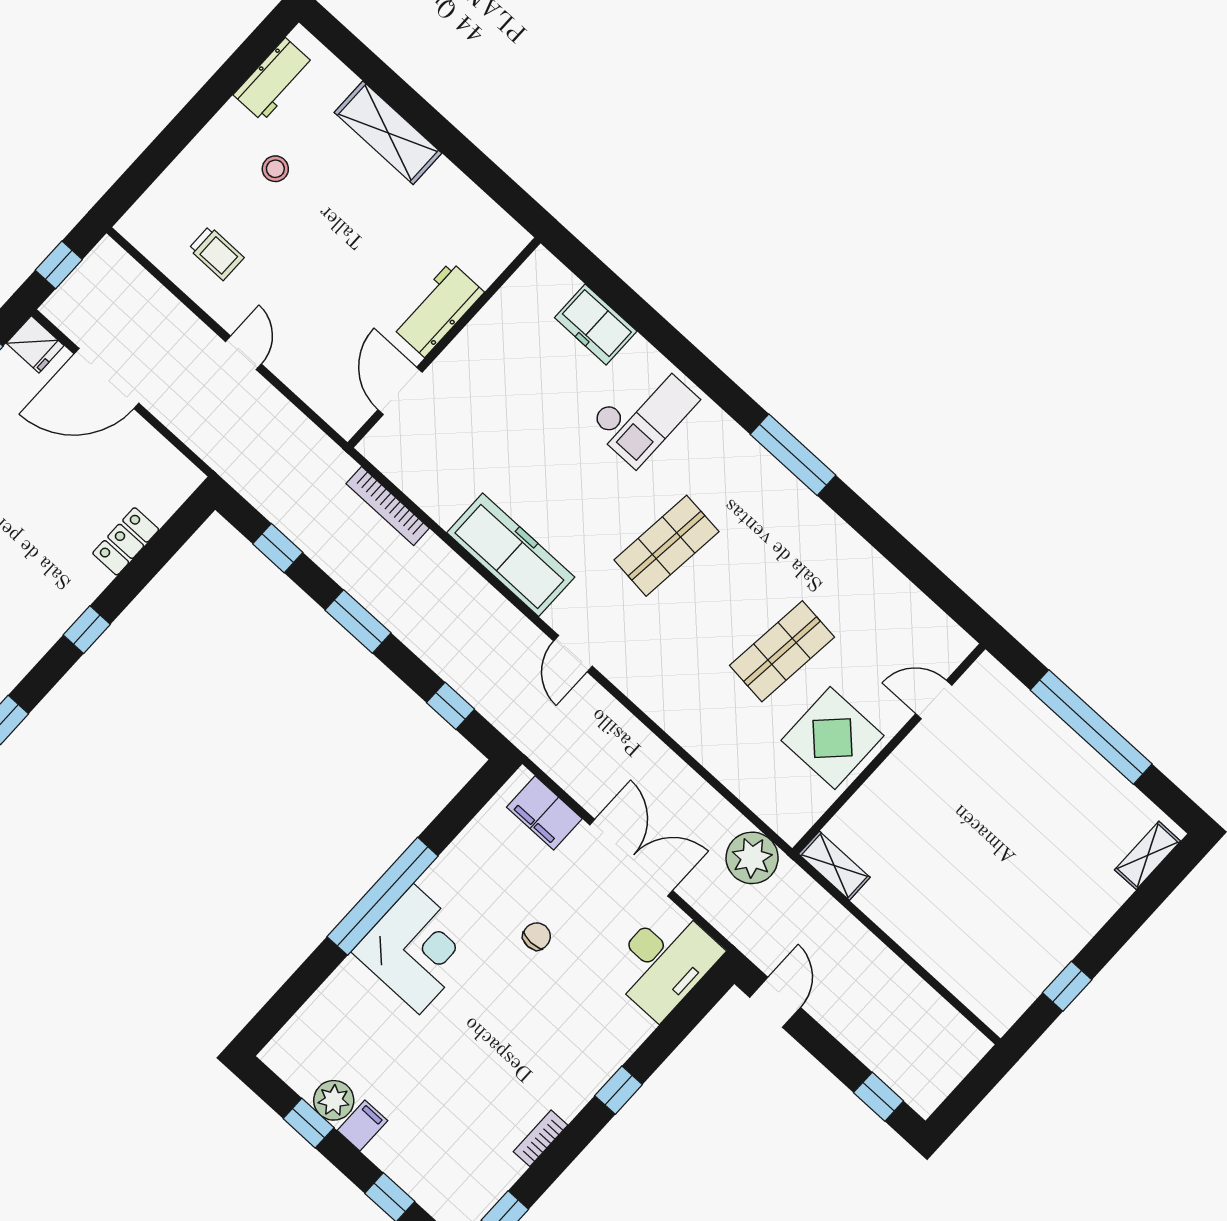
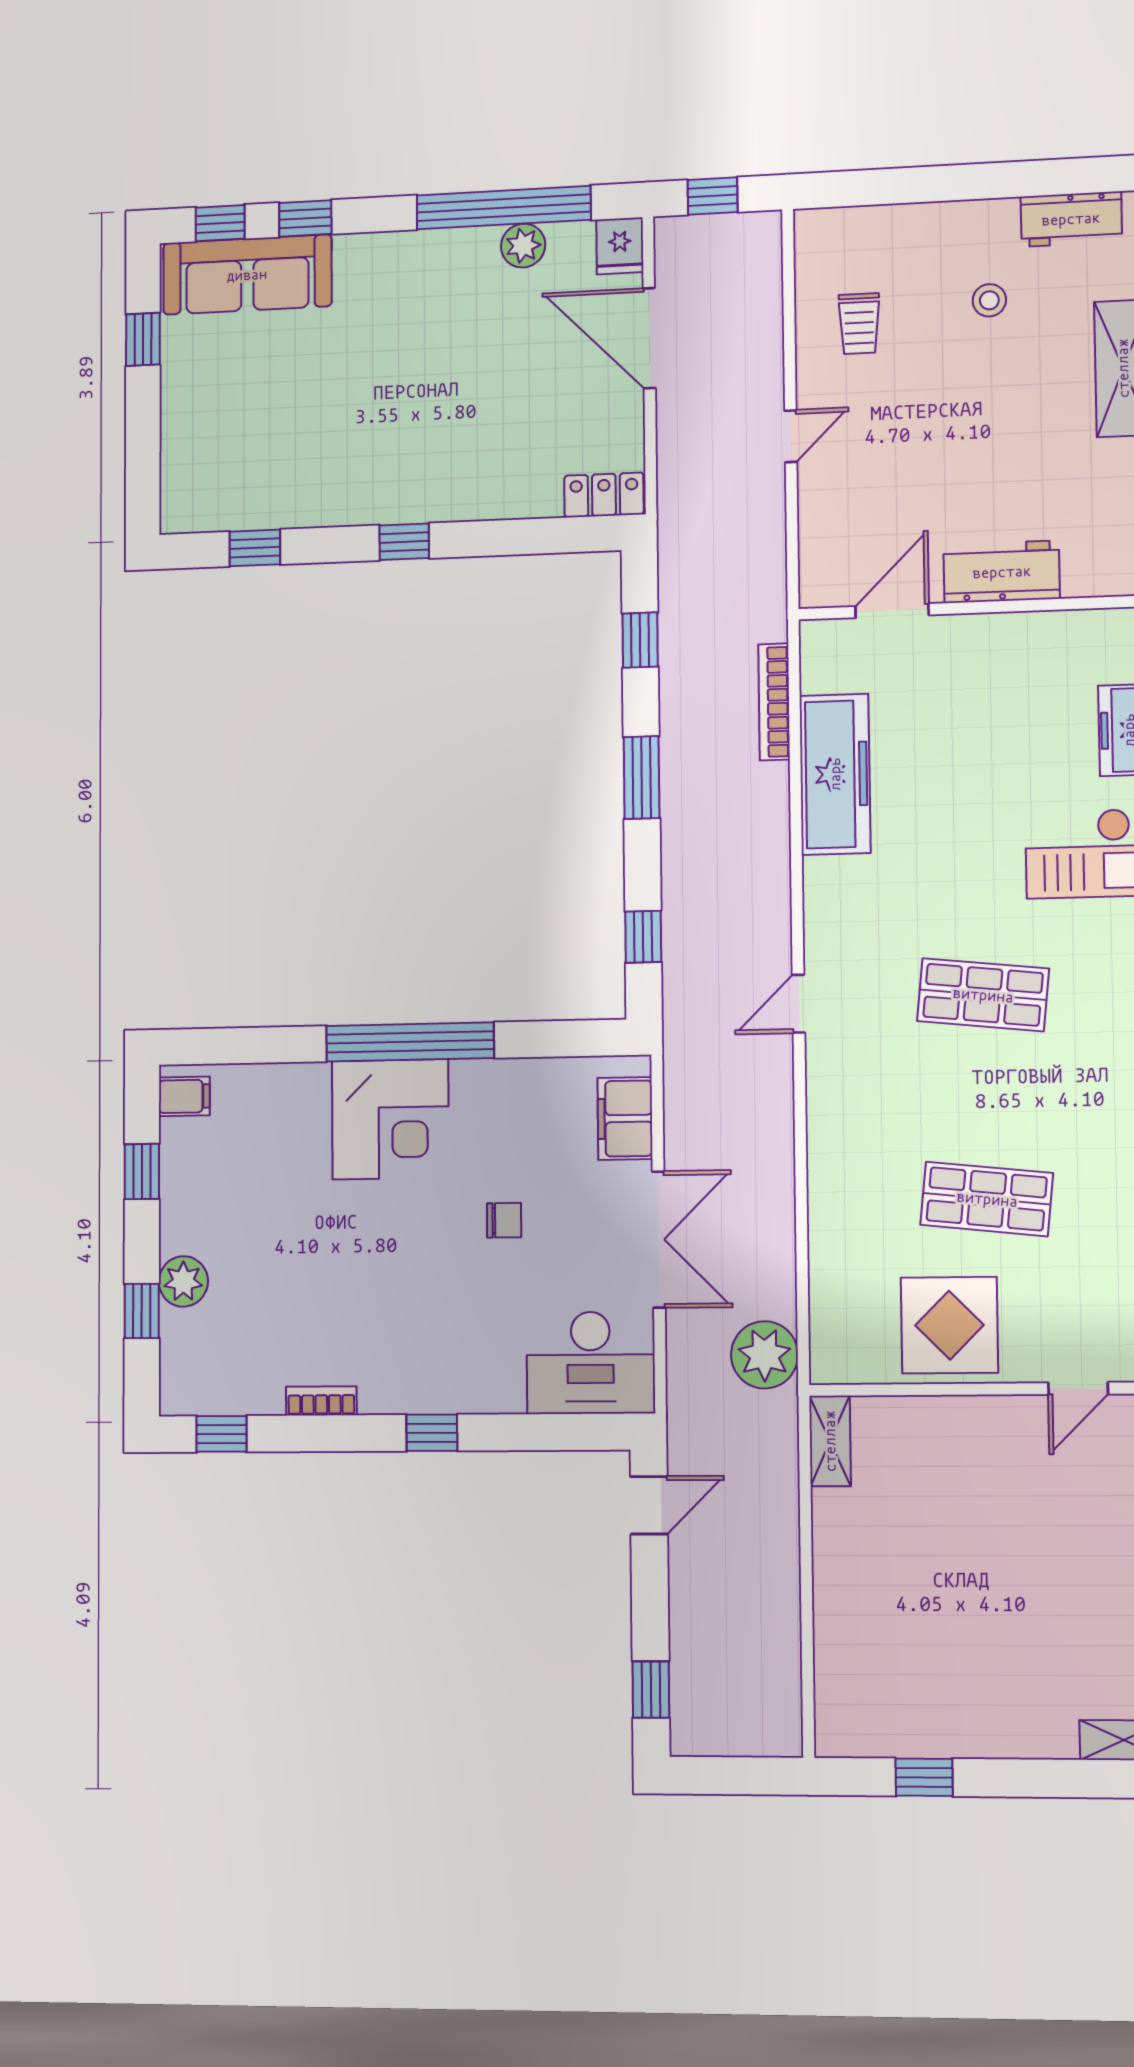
locker: (126, 541) -> (604, 495), moved
freezer: (511, 555) -> (835, 774), moved
door: (934, 699) -> (1078, 1388), swing flipped
plant: (334, 1100) -> (183, 1281), moved
filing cabinet: (362, 1126) -> (184, 1096), moved

